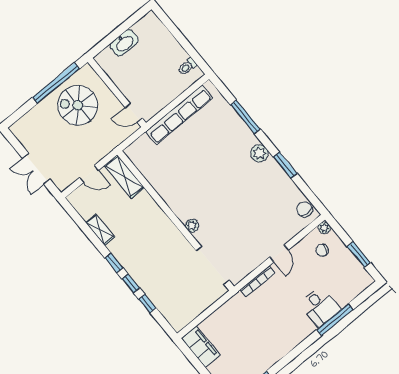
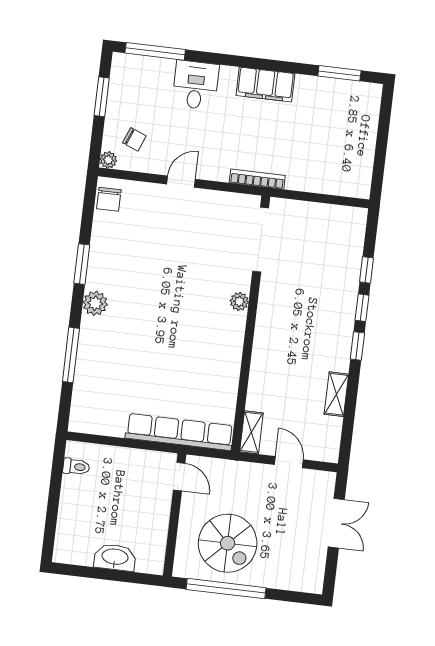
row of seats: (179, 115) -> (179, 432), moved
shelving: (124, 176) -> (251, 432), width x0.67, depth x0.75
bookcase: (258, 281) -> (257, 179), moved
window: (335, 320) -> (155, 51), moved
filing cabinet: (201, 347) -> (265, 85), moved, turned -90

